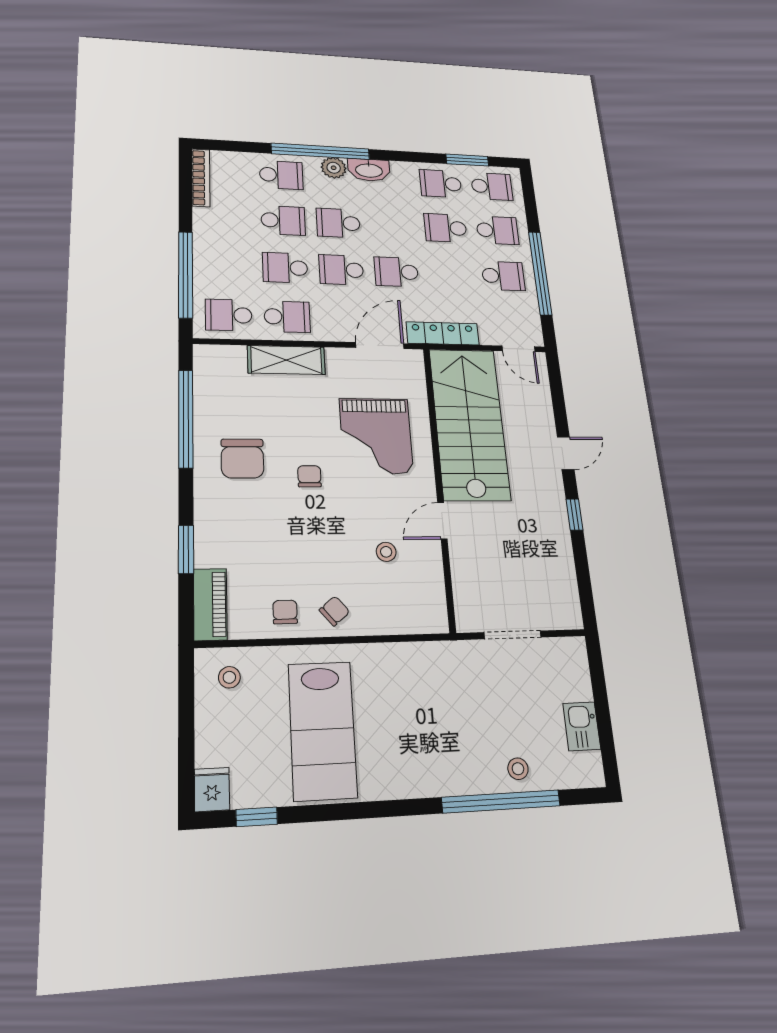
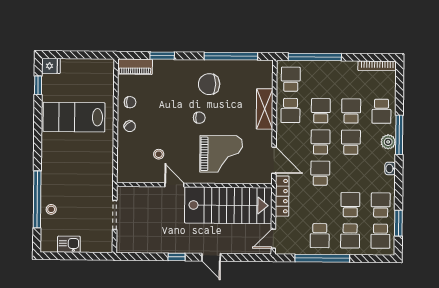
window: (321, 151) -> (399, 135), width x0.68
washbasin: (369, 170) -> (390, 168), width x0.52, depth x0.69
school desk: (283, 220) -> (351, 111), turned 180
grand piano: (376, 436) -> (221, 154), turned 180
stool: (229, 677) -> (100, 75), removed

